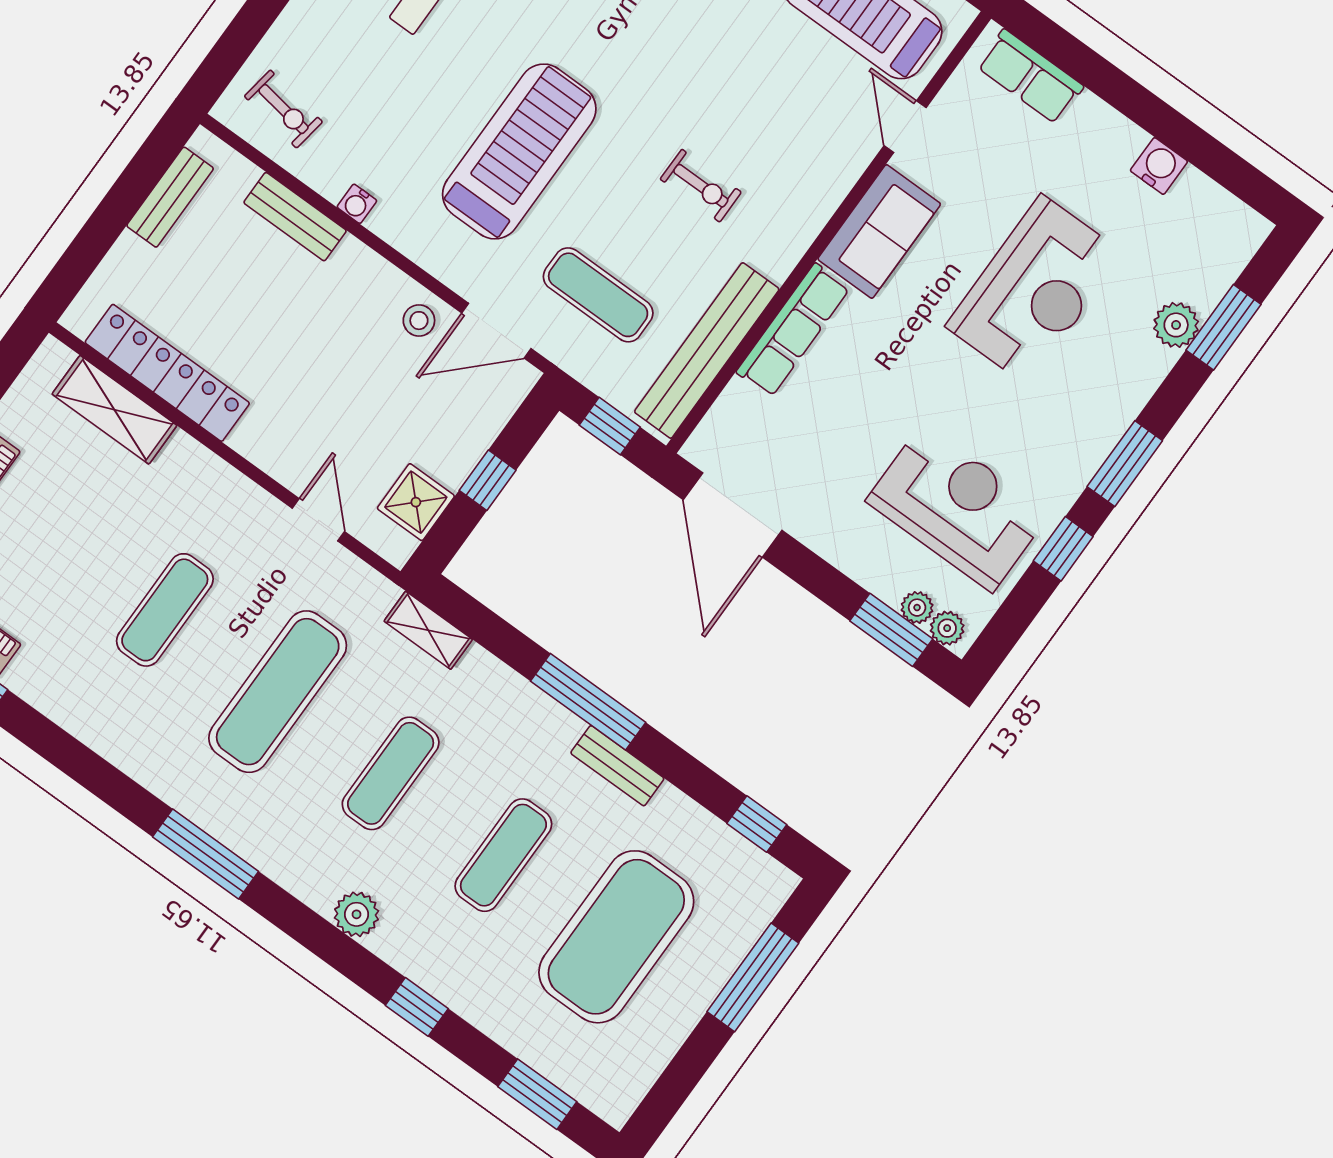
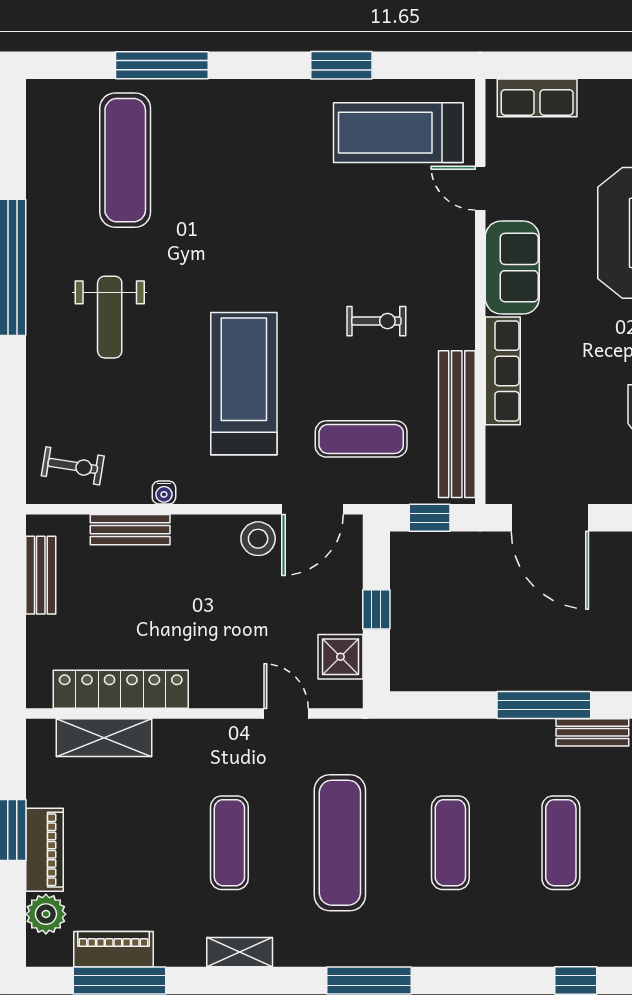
stool: (419, 321) -> (258, 539), width x1.37, depth x1.37
shelving: (428, 630) -> (240, 952), moved
plant: (356, 914) -> (494, 949), removed

